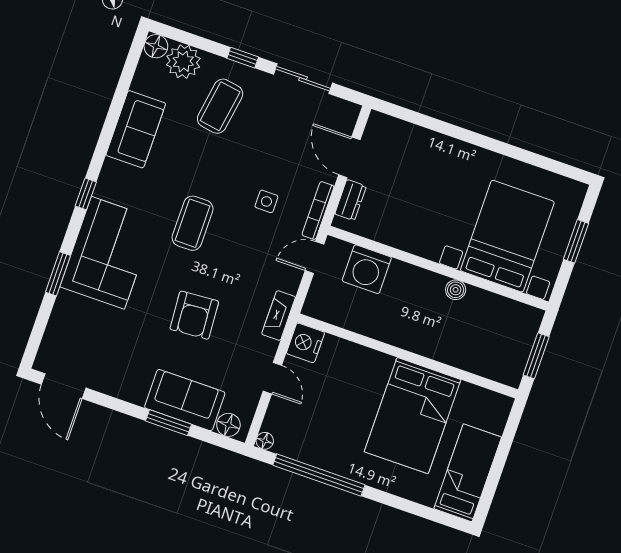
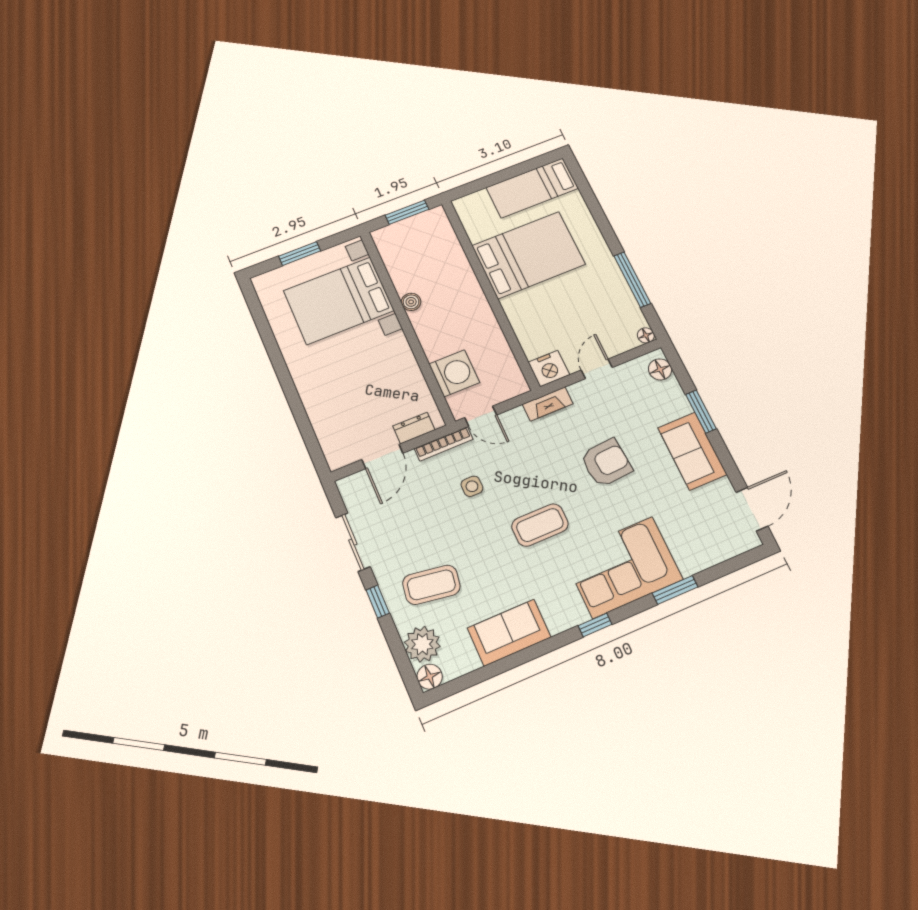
sofa: (185, 400) -> (692, 451), moved
window: (319, 475) -> (632, 280), width x0.68

